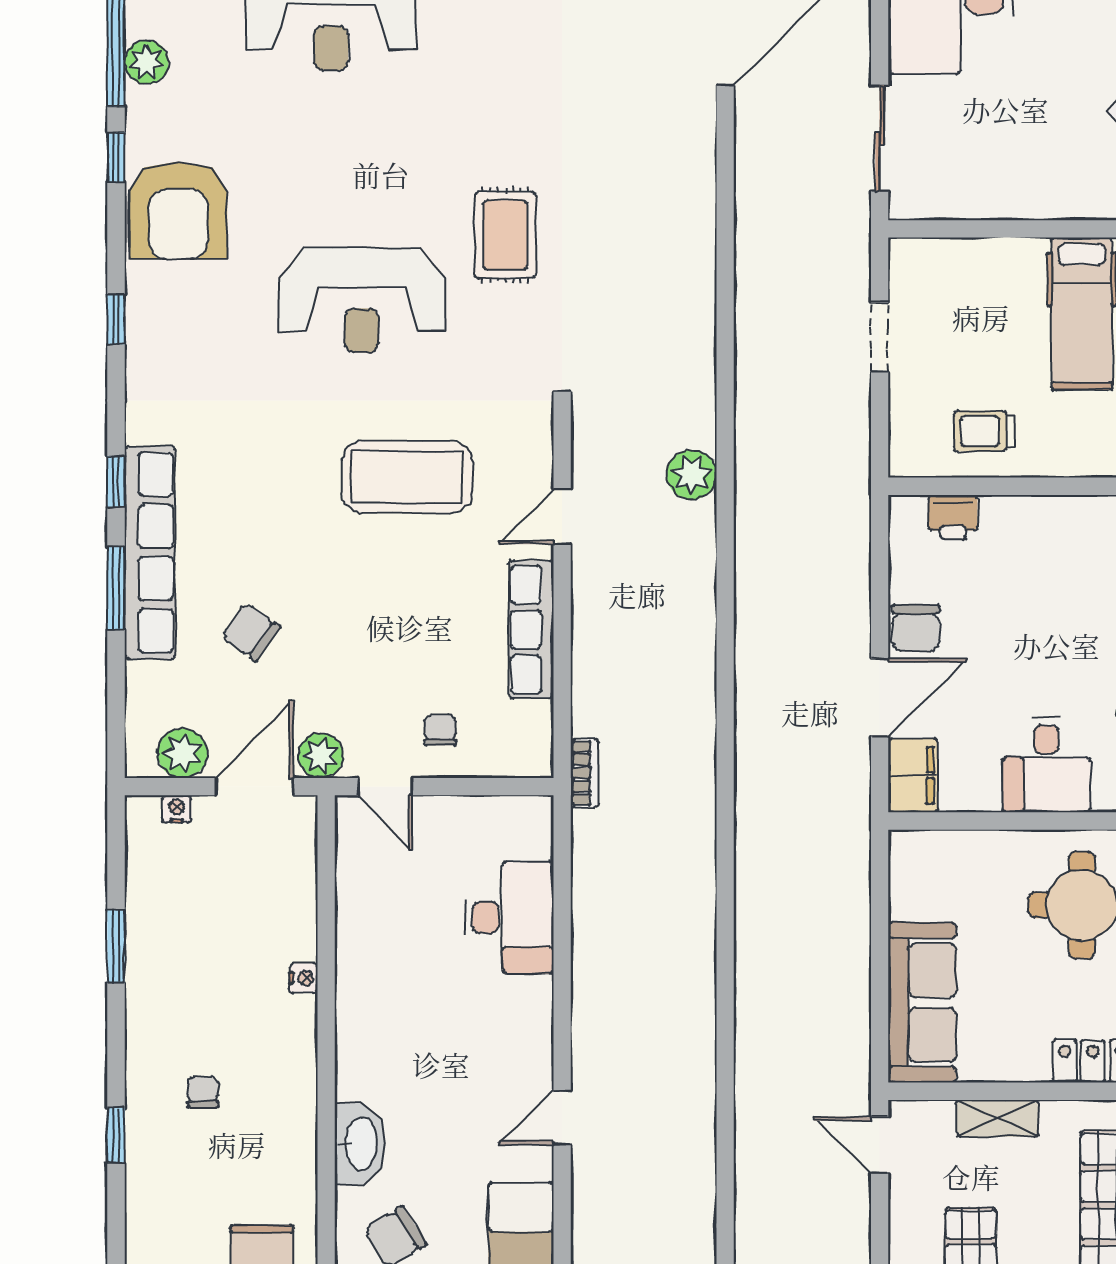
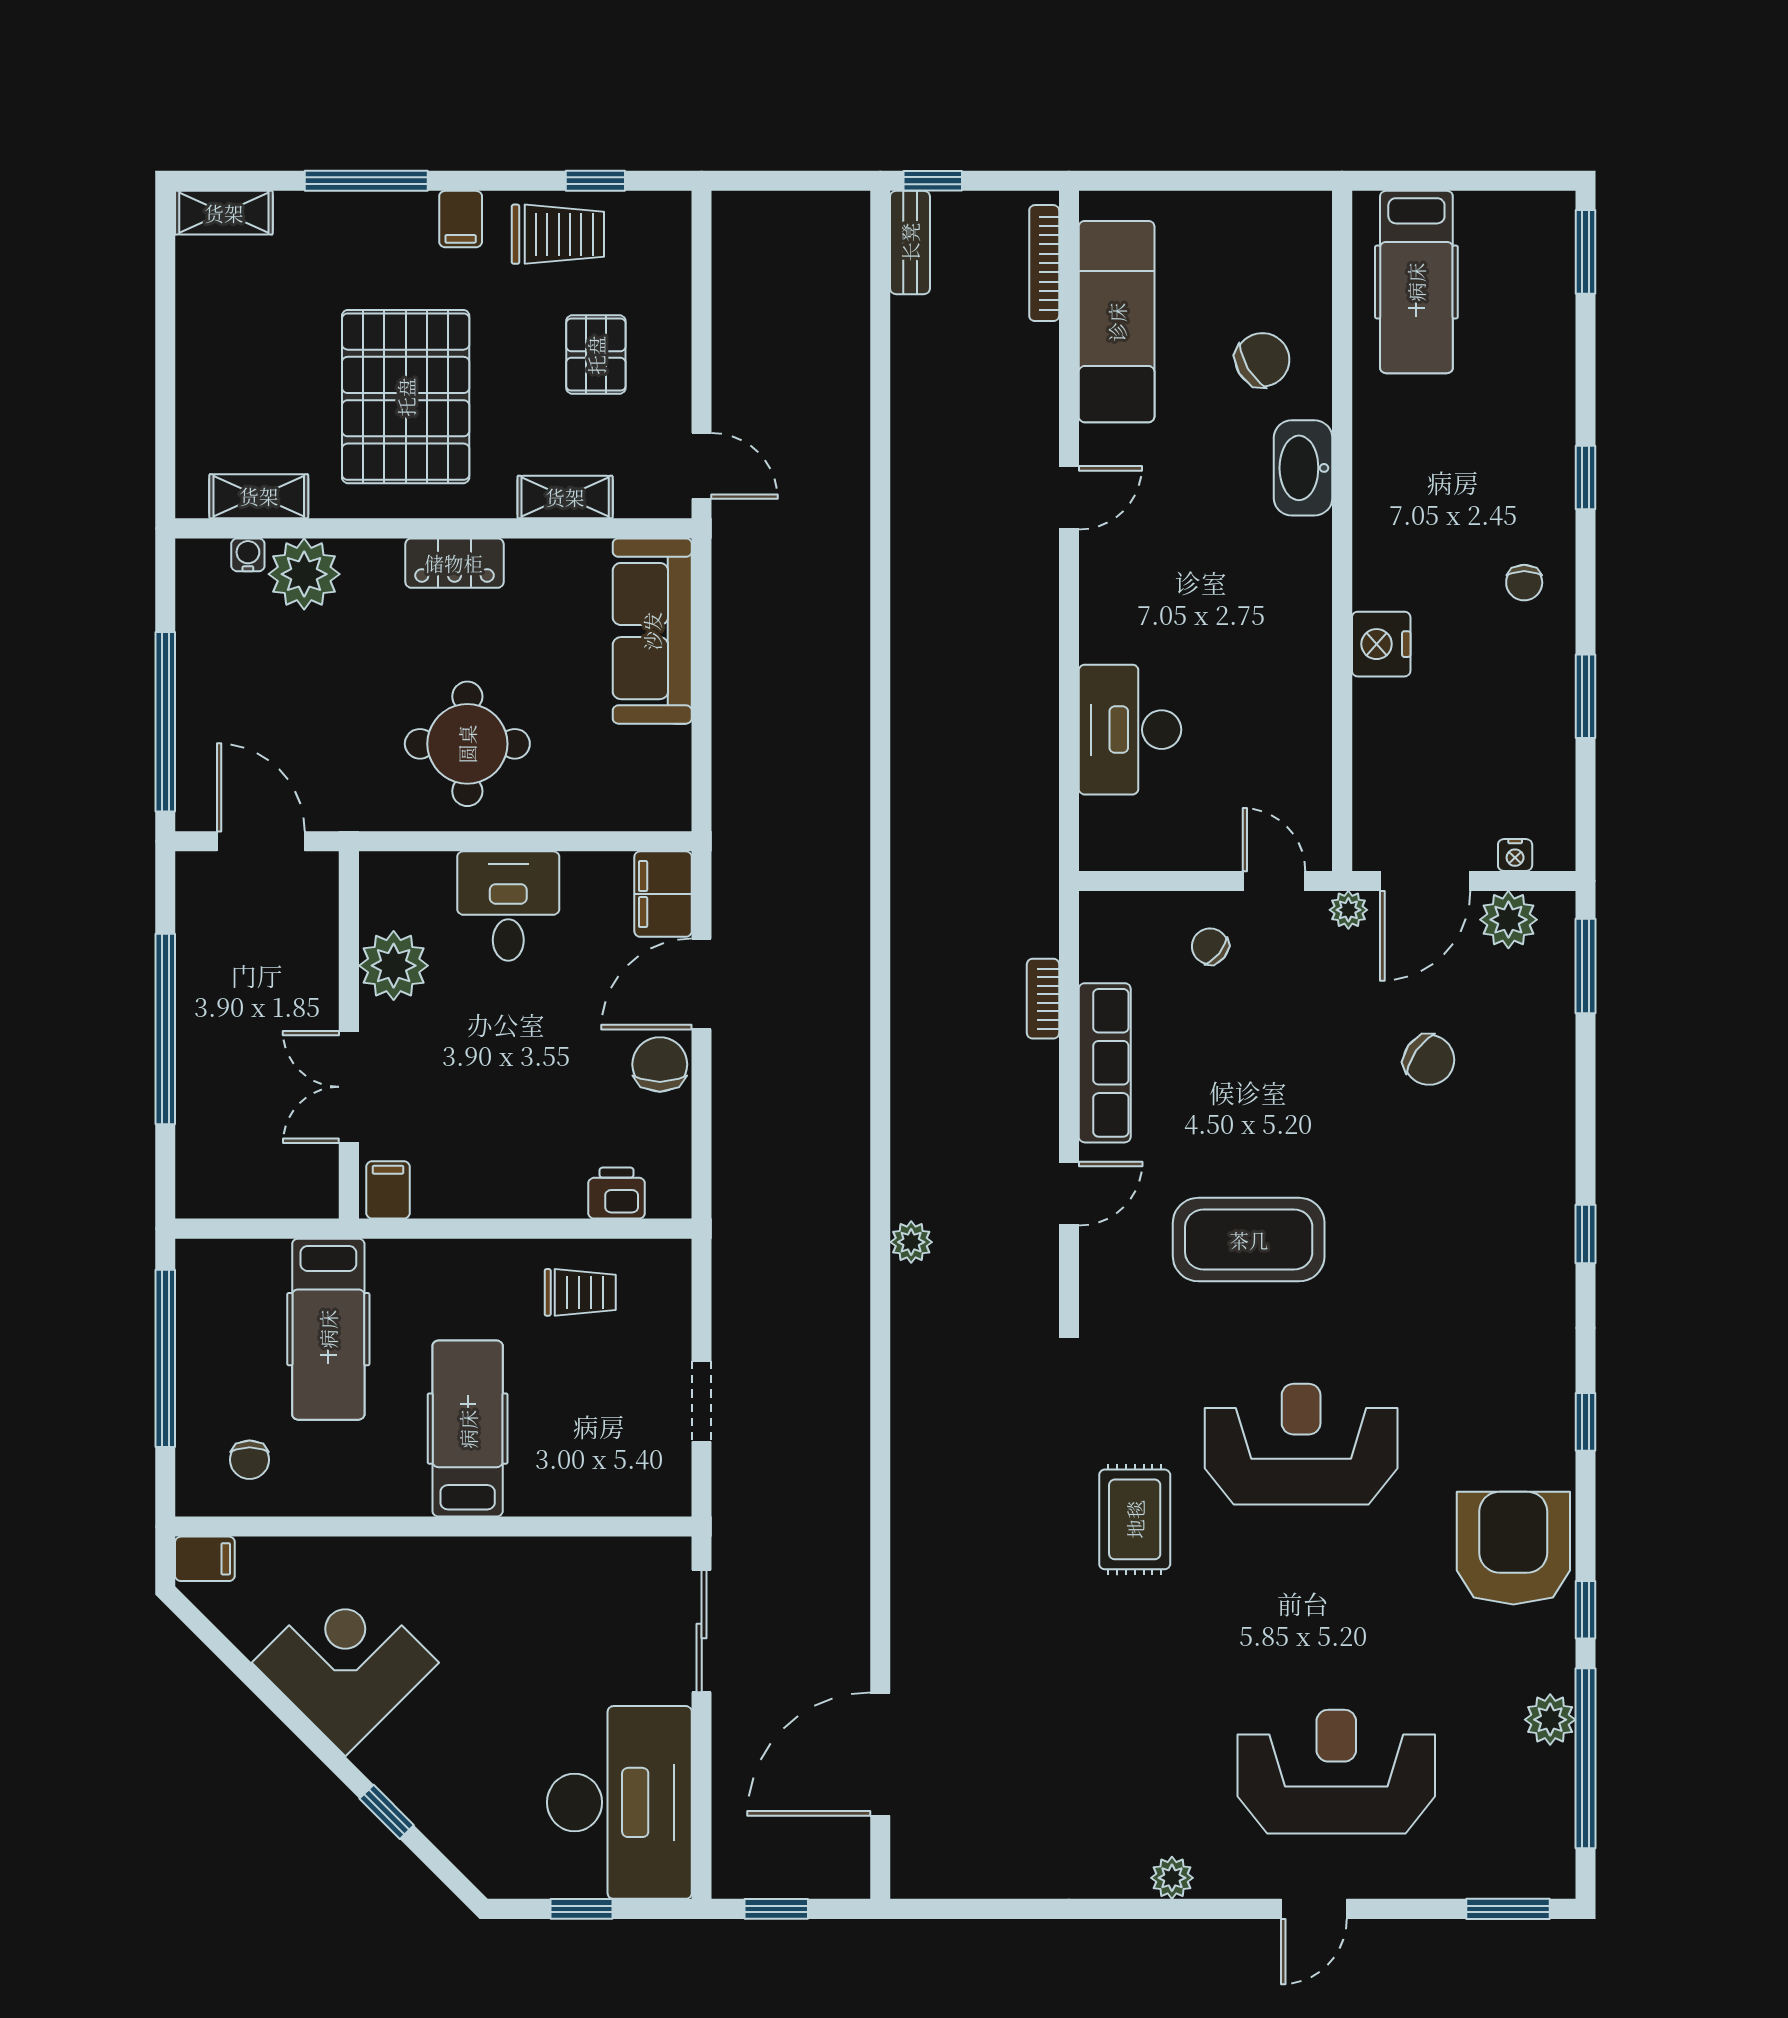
plant: (692, 475) -> (911, 1242), width x0.73, depth x0.73
row of seats: (150, 552) -> (1546, 1152), removed
window: (116, 588) -> (1585, 966), moved
chair: (440, 730) -> (1210, 946), turned 129
plant: (321, 756) -> (1348, 910), width x0.73, depth x0.73
bookcase: (585, 773) -> (1043, 999), moved
nightstand: (304, 978) -> (1381, 644), width x1.89, depth x1.79
chair: (203, 1092) -> (1524, 583), moved

